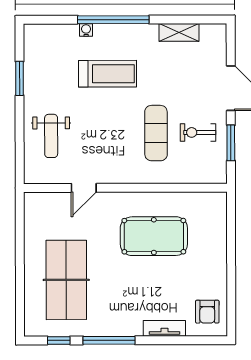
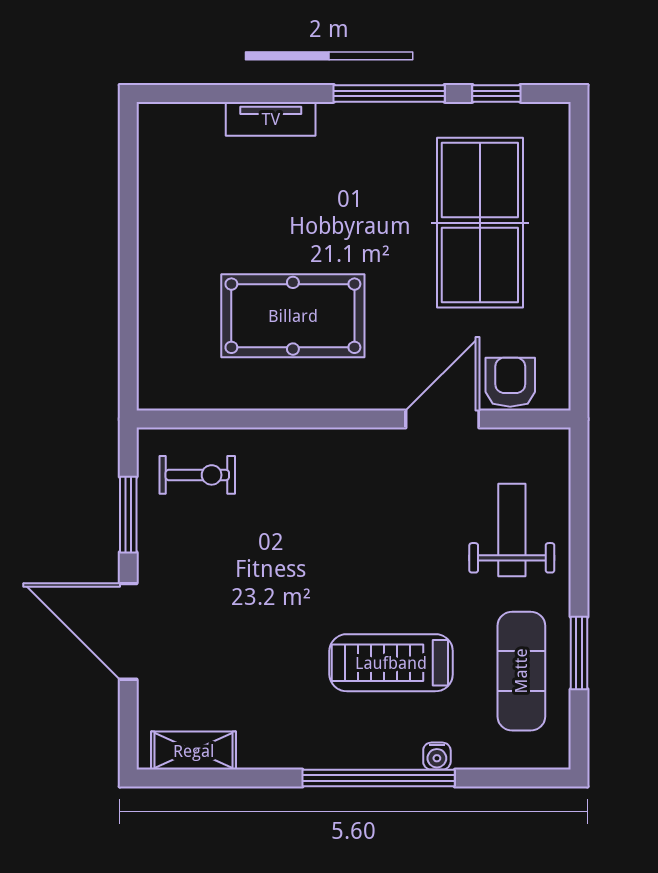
shelving: (179, 32) -> (194, 751), moved
exercise bike: (198, 132) -> (197, 475), moved
exercise mat: (156, 133) -> (521, 671), moved
door: (84, 188) -> (442, 419), width x1.38
armchair: (207, 312) -> (510, 382), moved

